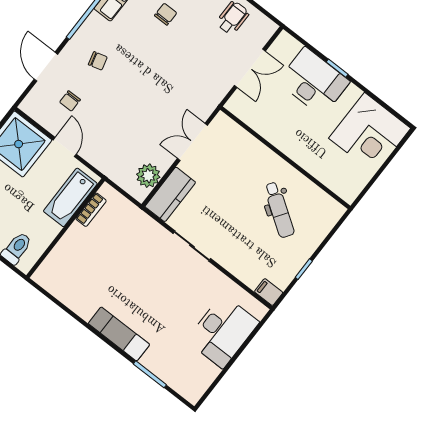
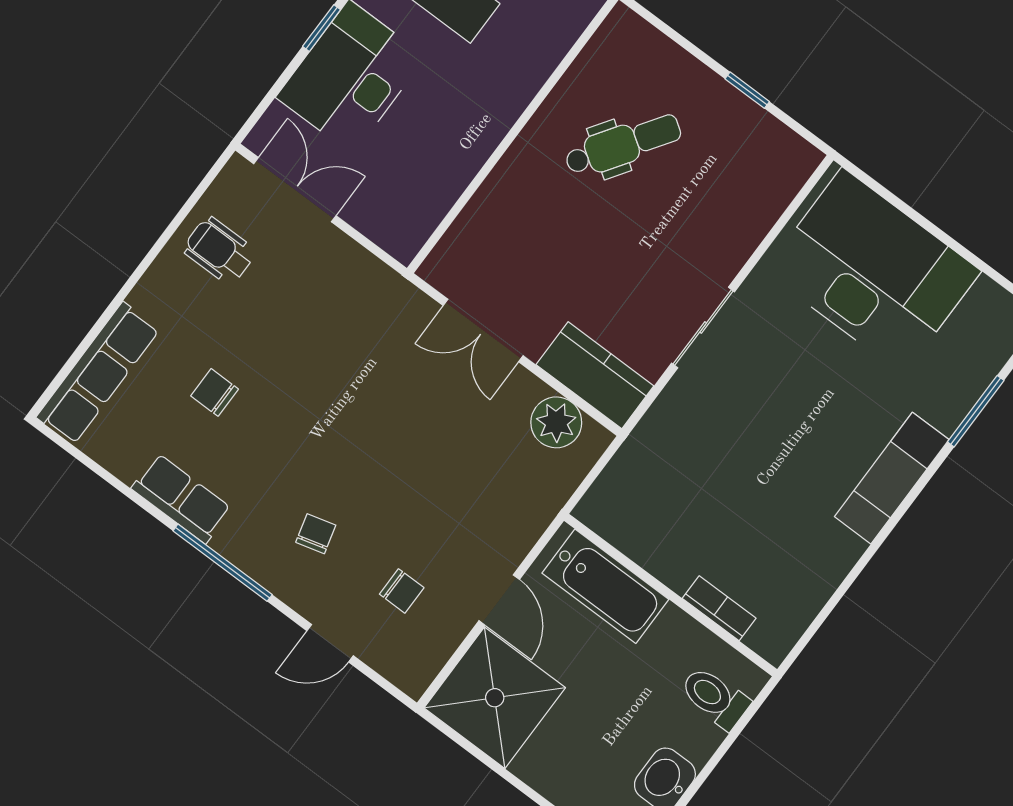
door: (46, 67) -> (330, 643), width x0.73
double door: (250, 68) -> (295, 190), moved
door: (65, 147) -> (499, 600), swing flipped
bookcase: (91, 210) -> (719, 608), moved
filing cabinet: (269, 292) -> (797, 164), removed
desk: (223, 331) -> (873, 271), width x1.36, depth x1.30

